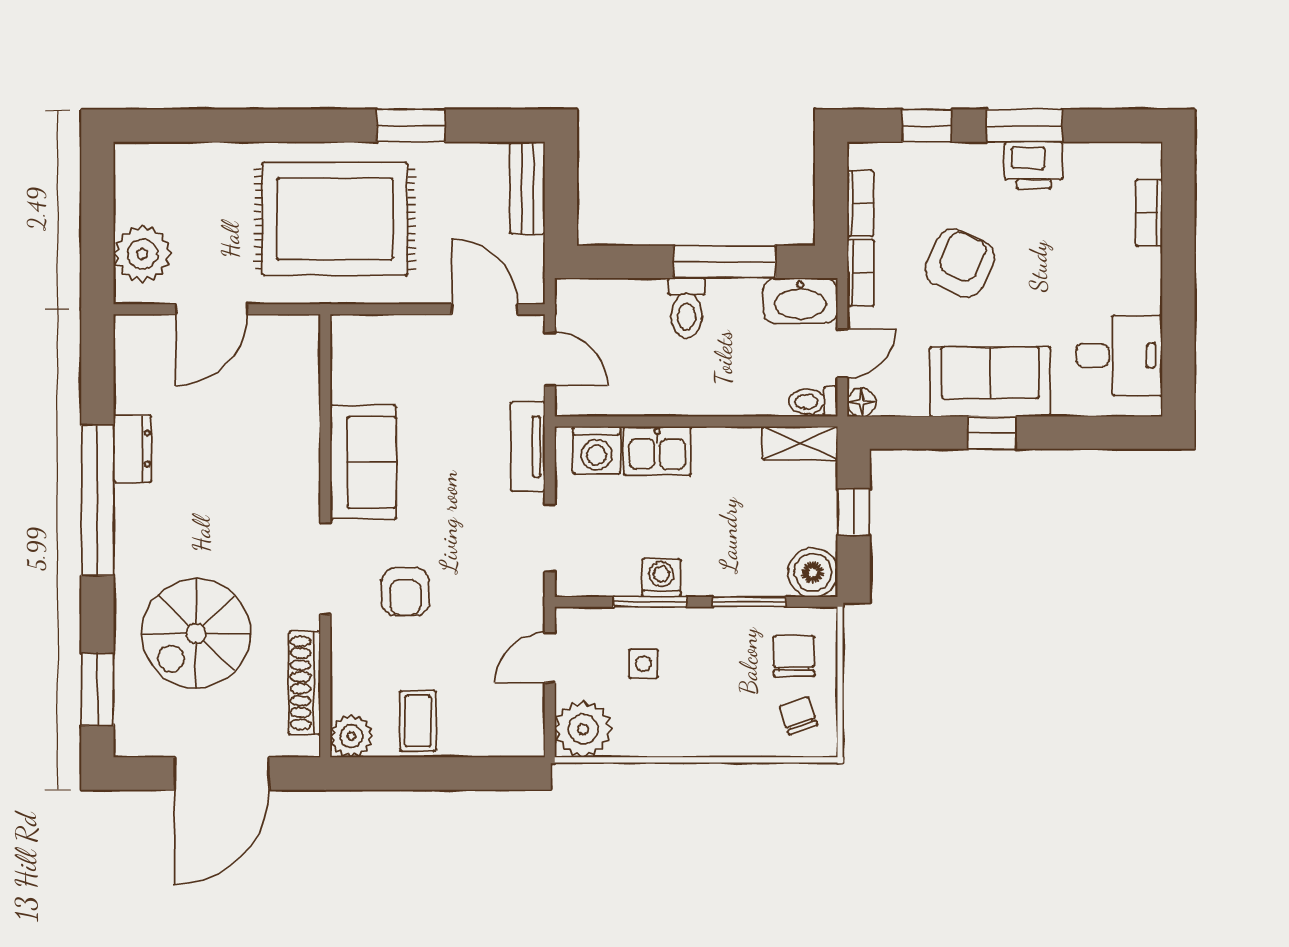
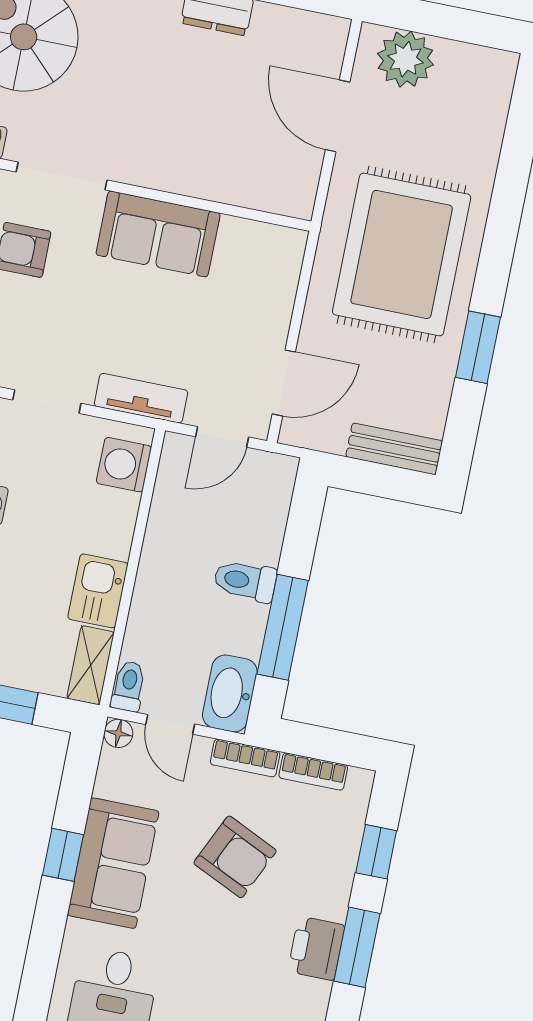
kitchen sink: (657, 451) -> (98, 591), moved

